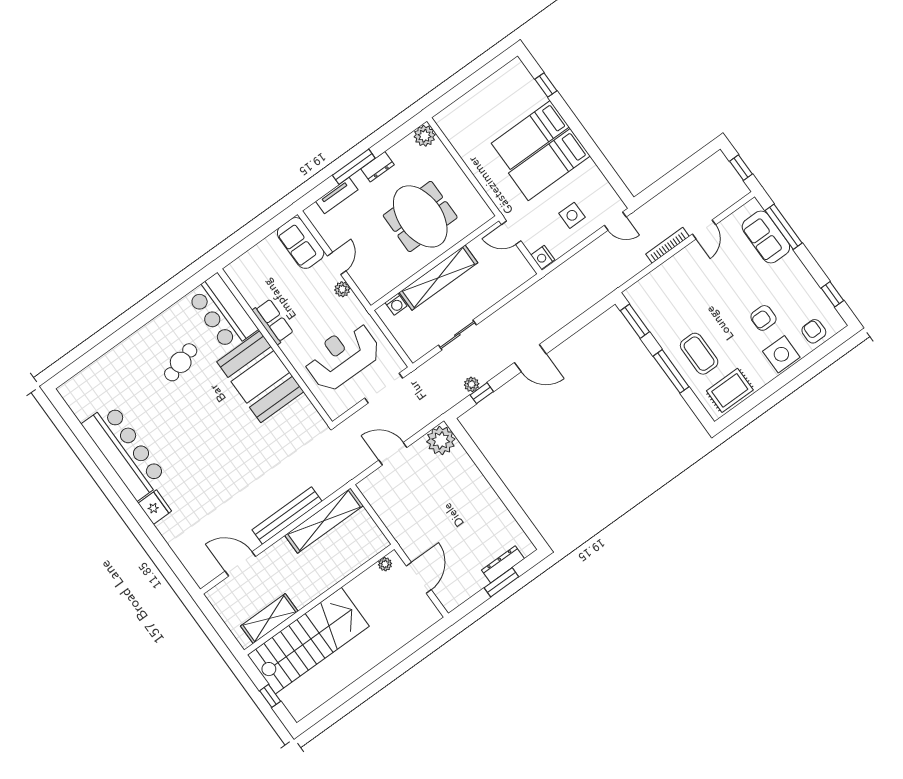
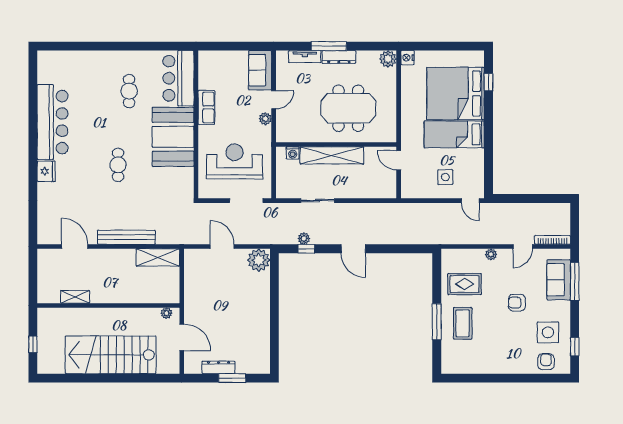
bed: (530, 135) -> (456, 94), width x2.04
dresser: (378, 167) -> (339, 57), width x1.44
window: (741, 168) -> (575, 224), removed
meeting table: (420, 216) -> (348, 108), turned 90
bookcase: (667, 245) -> (552, 240), moved
nightstand: (543, 257) -> (407, 58), moved
plant: (677, 261) -> (491, 254), added
armchair: (763, 318) -> (517, 303), moved
window: (635, 321) -> (437, 273), removed
side table: (781, 354) -> (548, 332), moved
cafe table: (181, 362) -> (129, 91), turned -73
rug: (730, 390) -> (465, 284), moved
cafe table: (224, 447) -> (118, 165), added
shelving: (324, 521) -> (158, 257), width x0.68
dresser: (503, 564) -> (219, 367), moved
door: (419, 578) -> (182, 337), hinge flipped
shelving: (269, 619) -> (75, 297), width x0.67, depth x0.75
stairs: (308, 641) -> (111, 355), moved, turned 180

